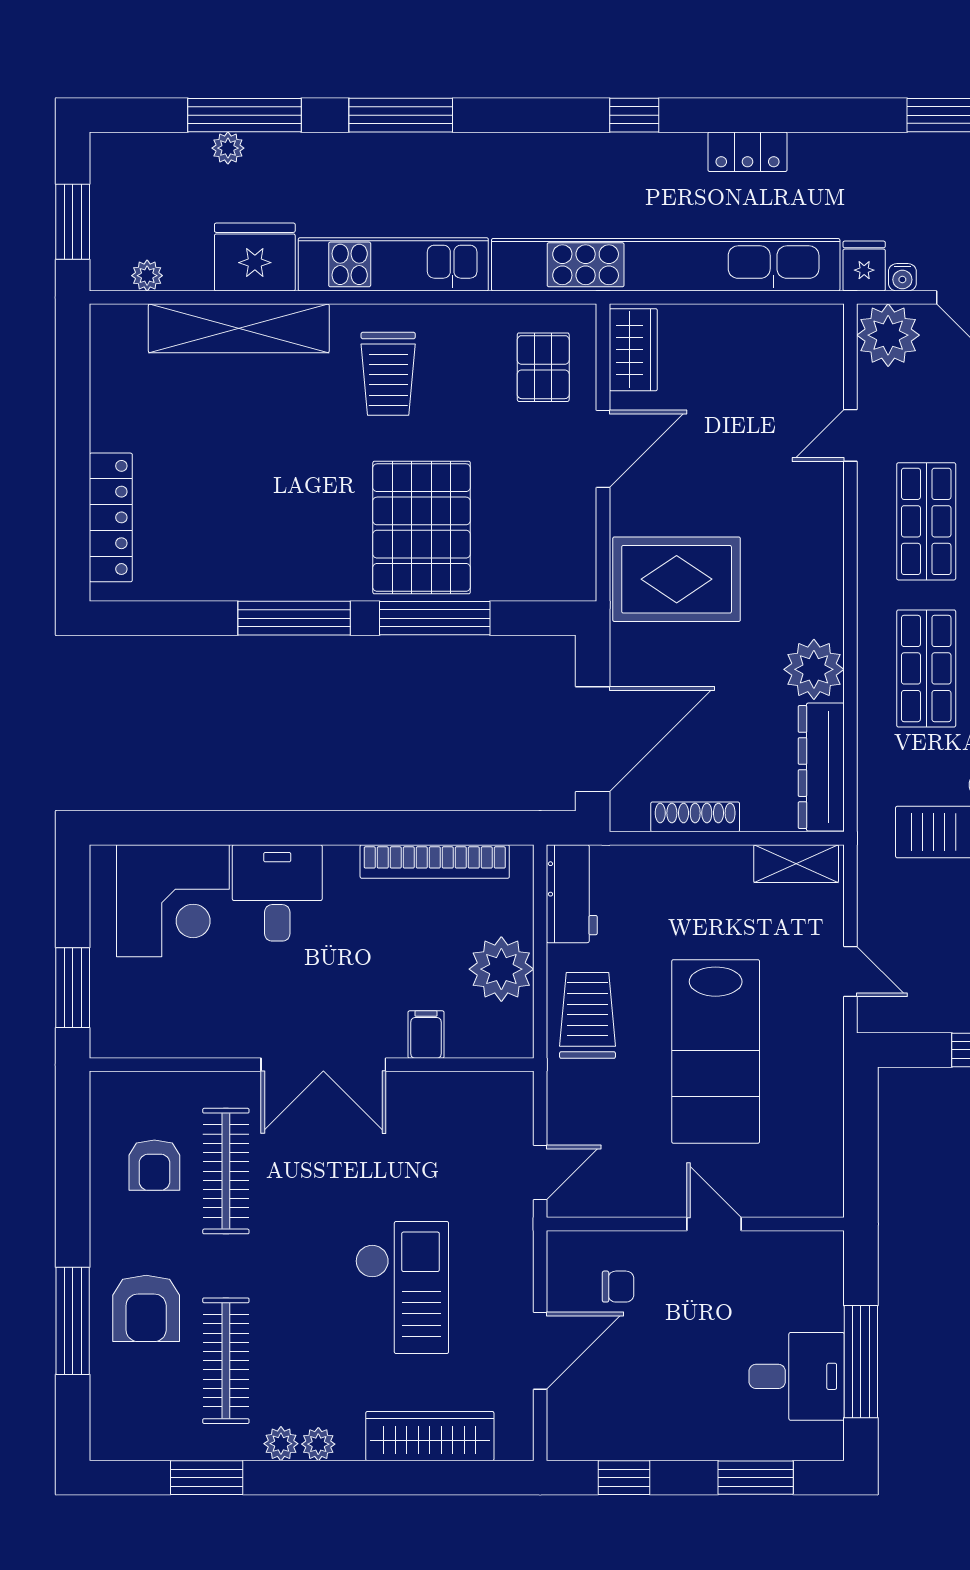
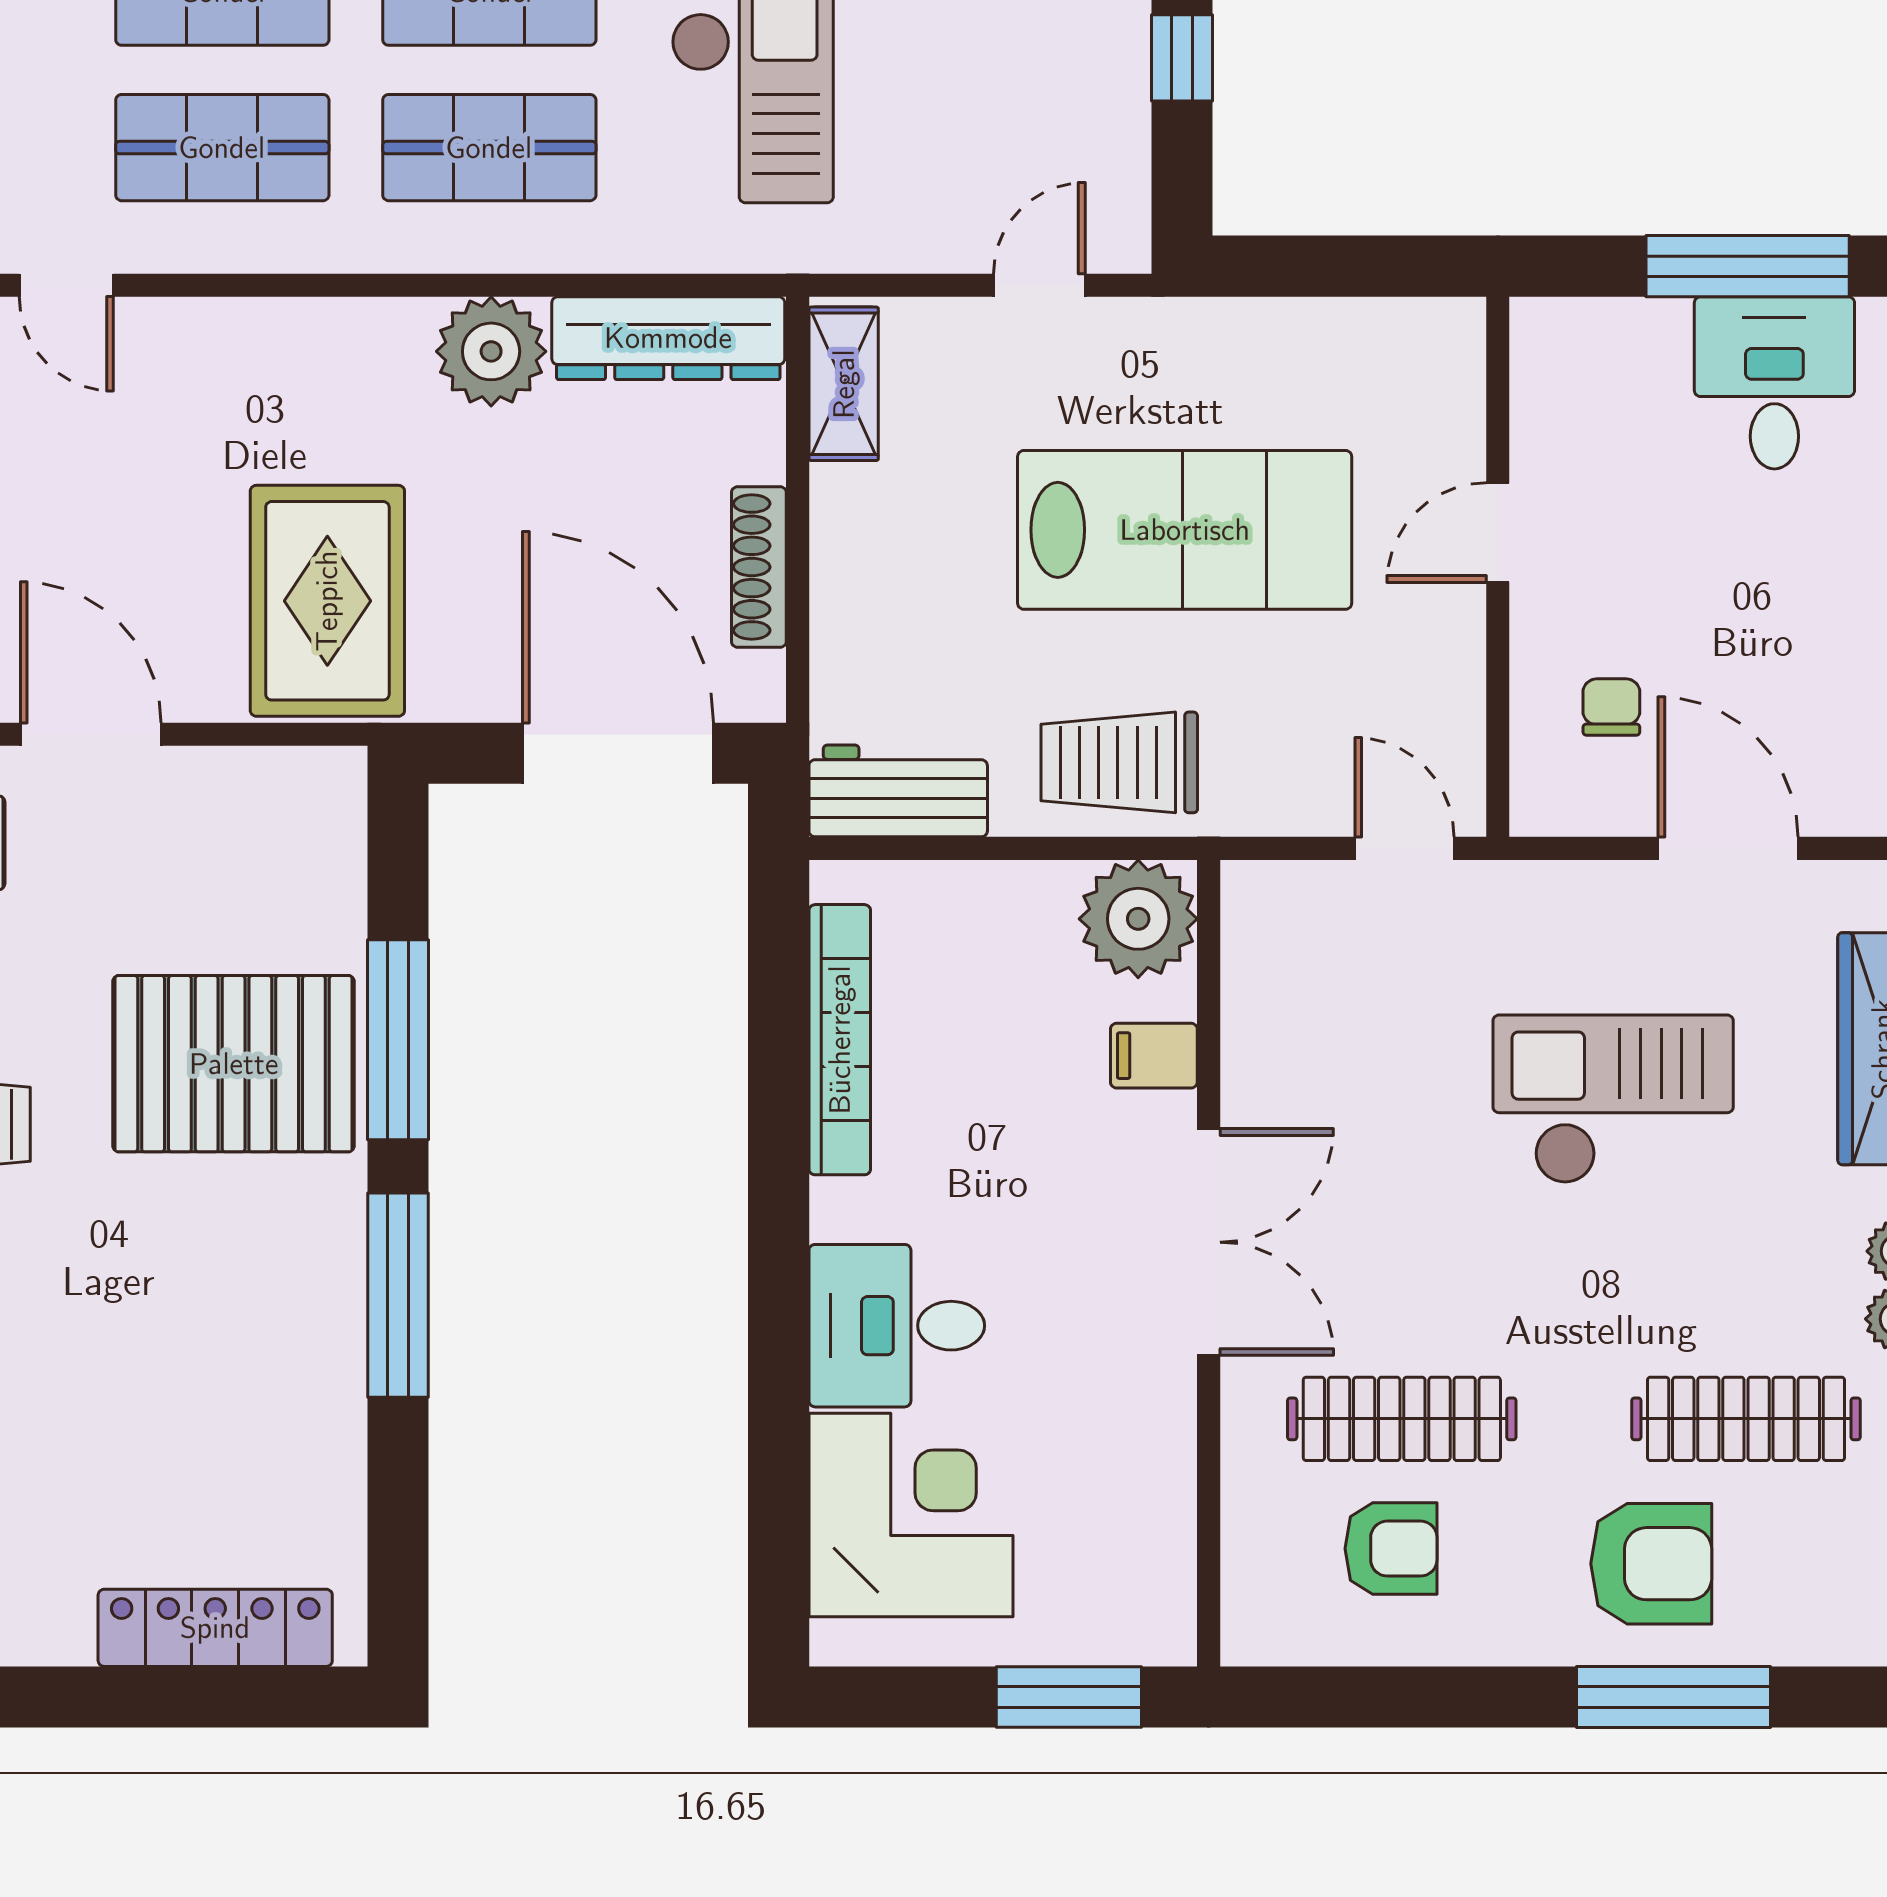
plant: (501, 969) -> (1138, 919), moved

